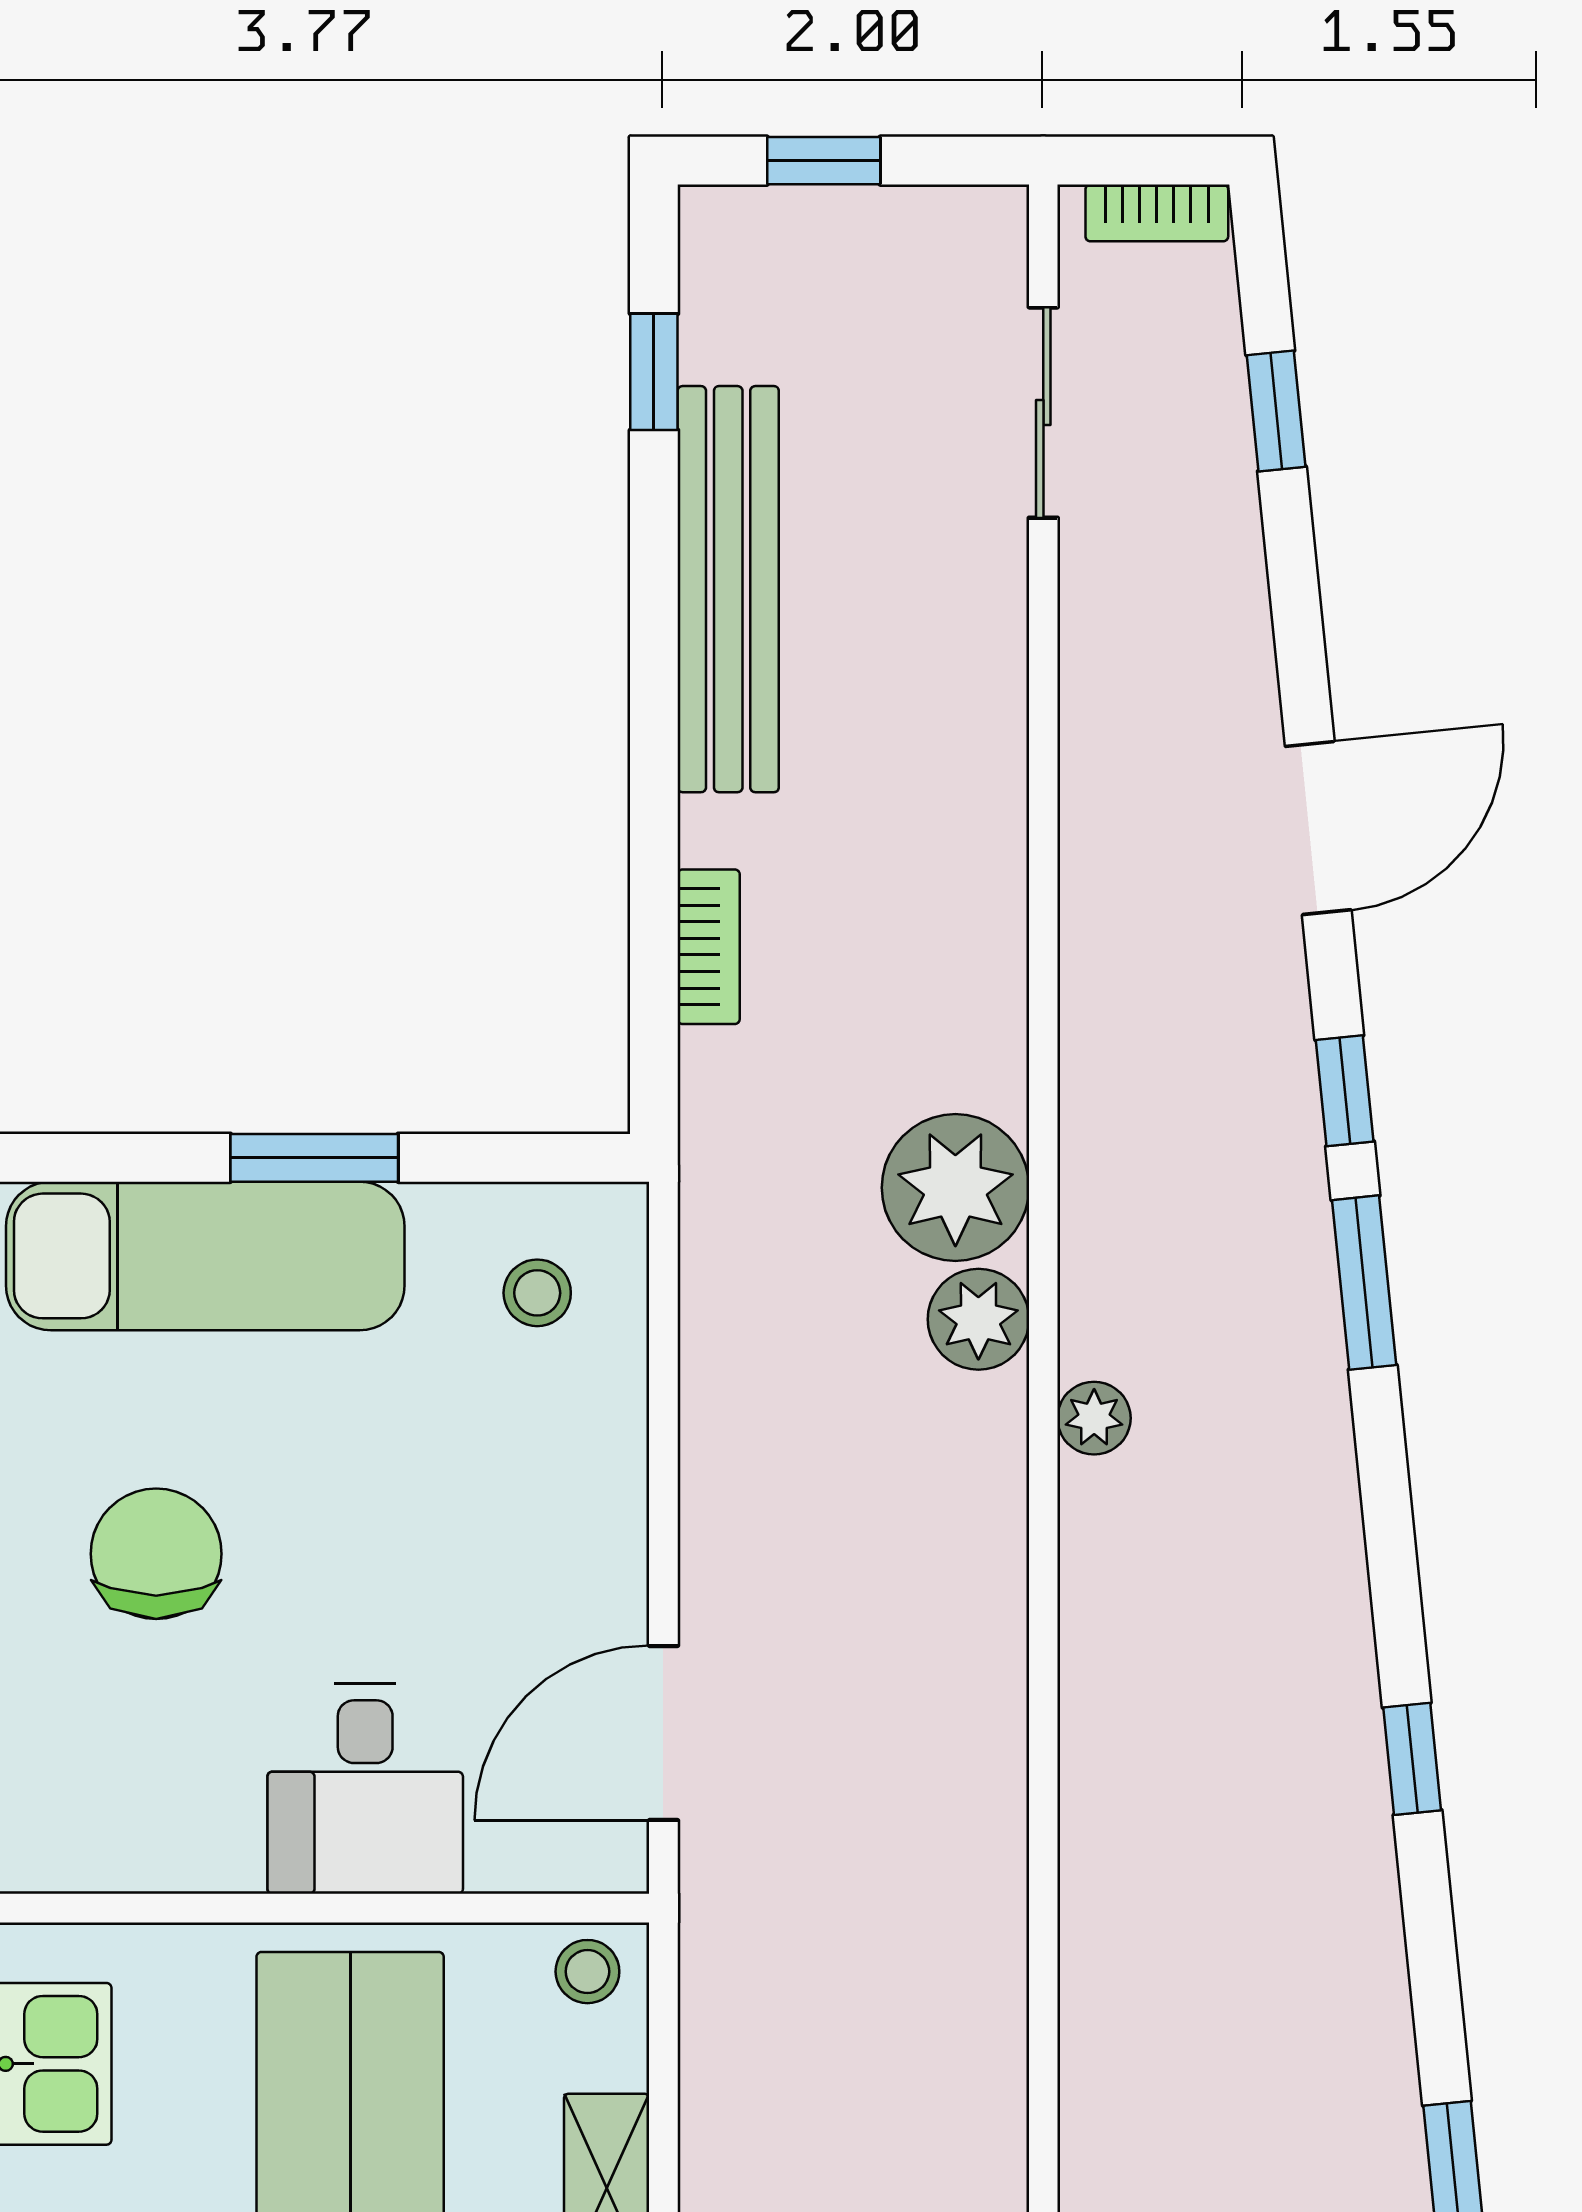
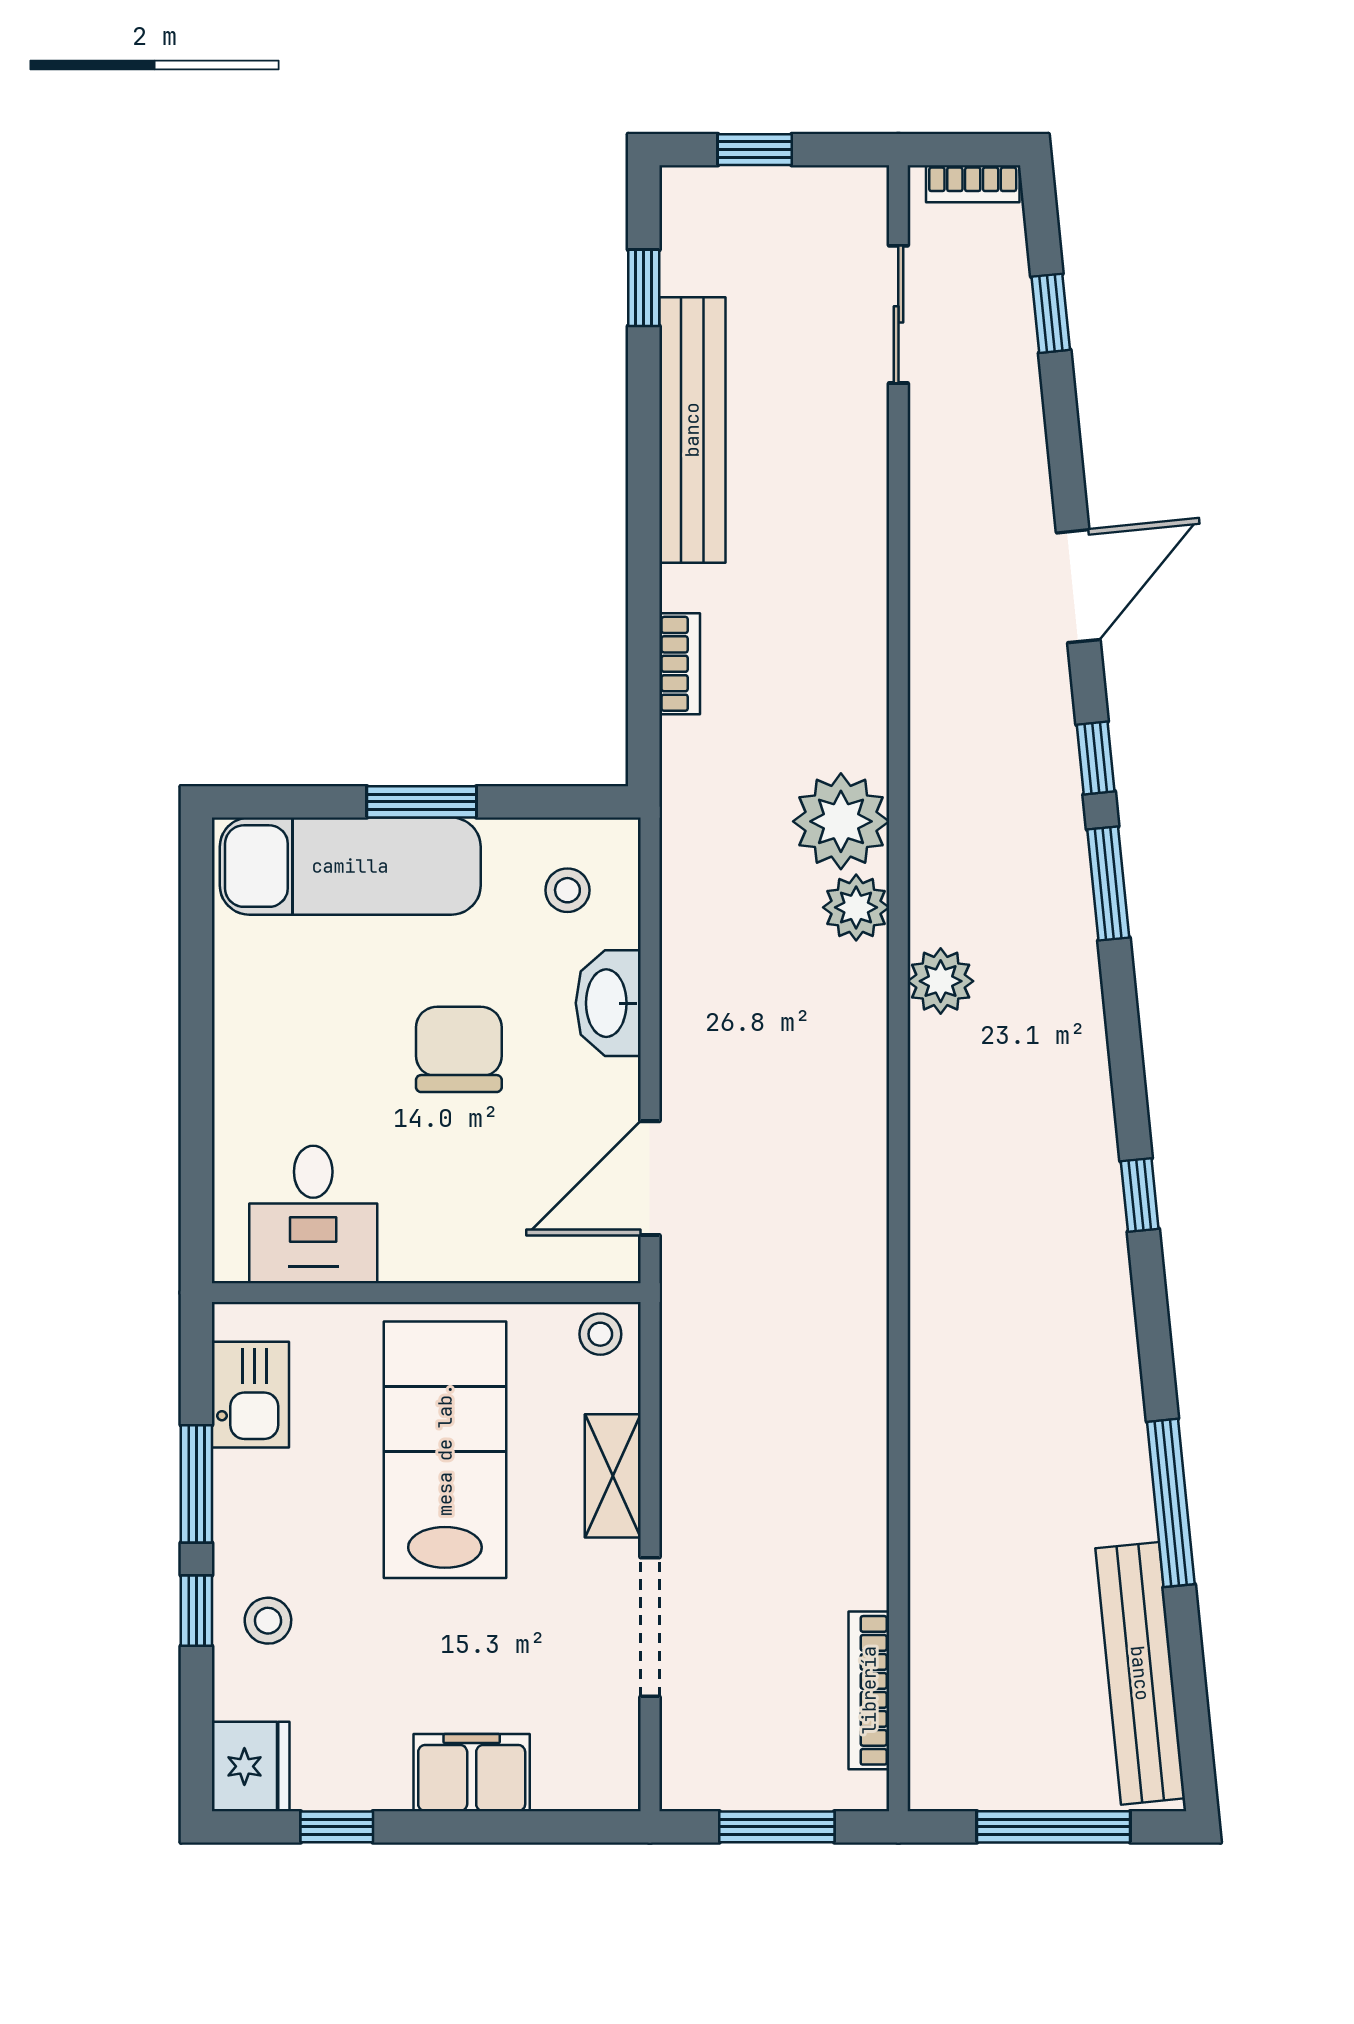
plant: (1094, 1418) -> (941, 981), width x1.38, depth x1.38
washbasin: (600, 1465) -> (608, 1003), added
chair: (156, 1554) -> (459, 1049), moved
desk: (365, 1789) -> (313, 1214), moved

